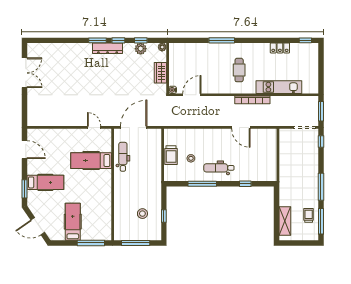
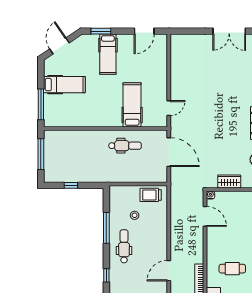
trolley: (171, 155) -> (151, 195), moved
dental chair: (123, 157) -> (125, 146), moved
stool: (142, 214) -> (73, 162), removed

